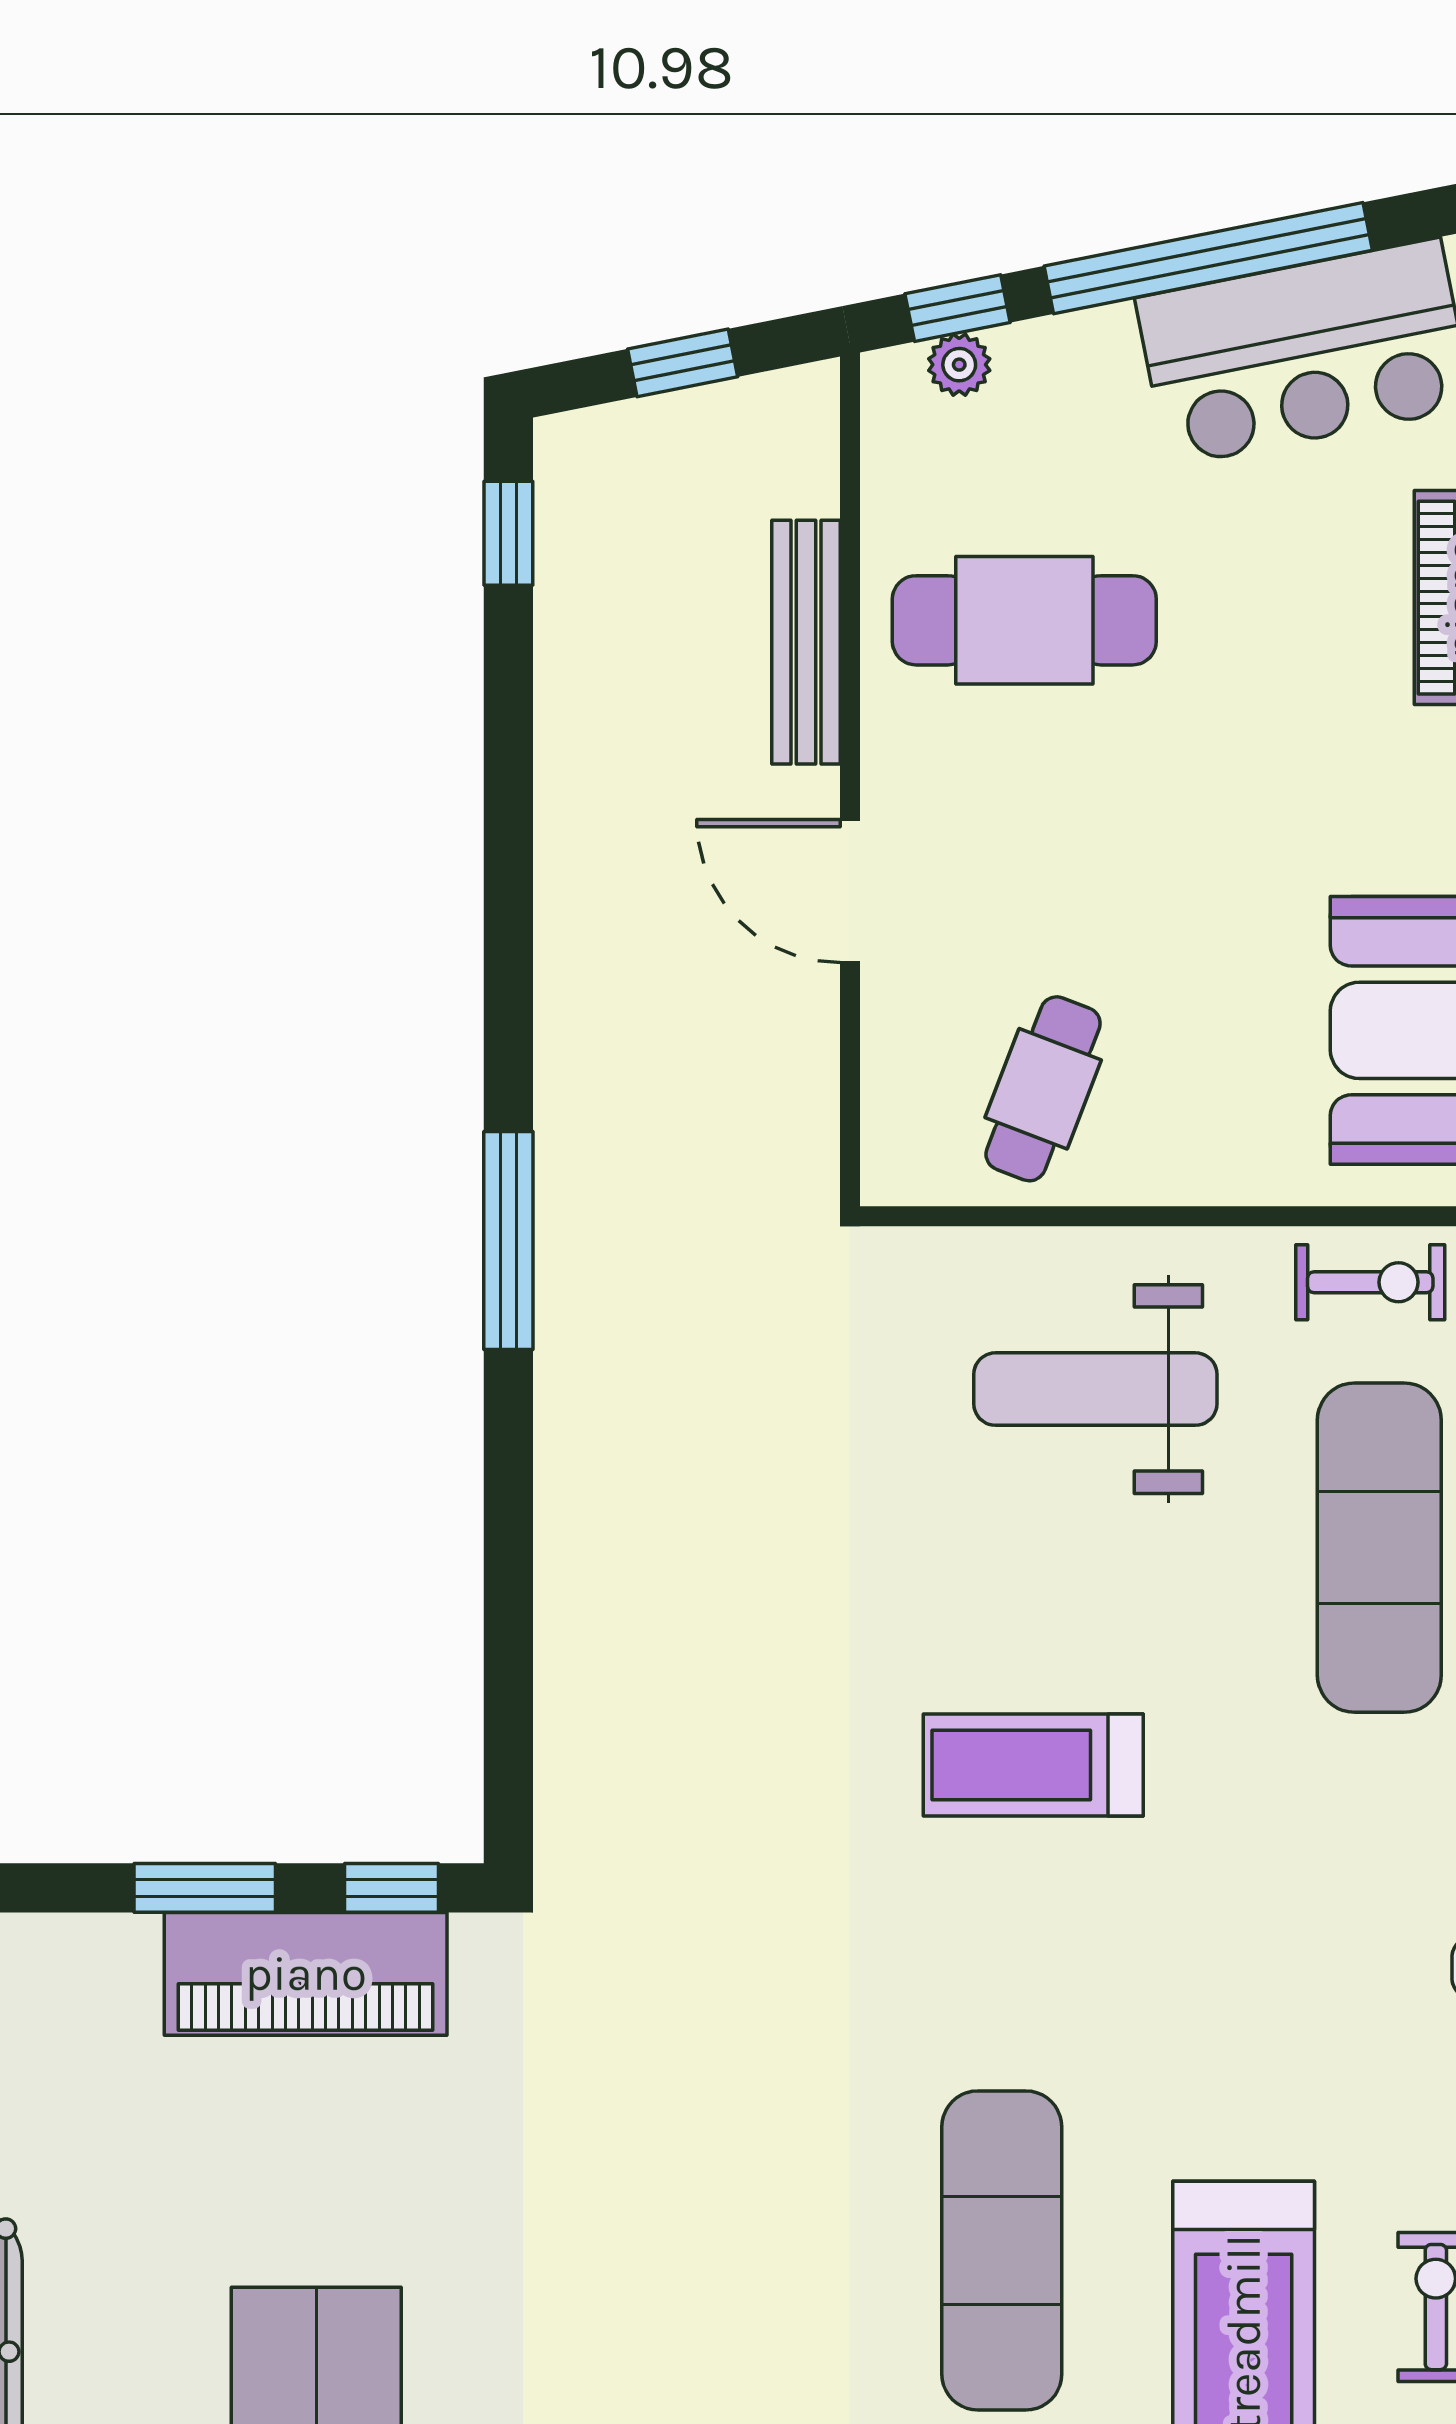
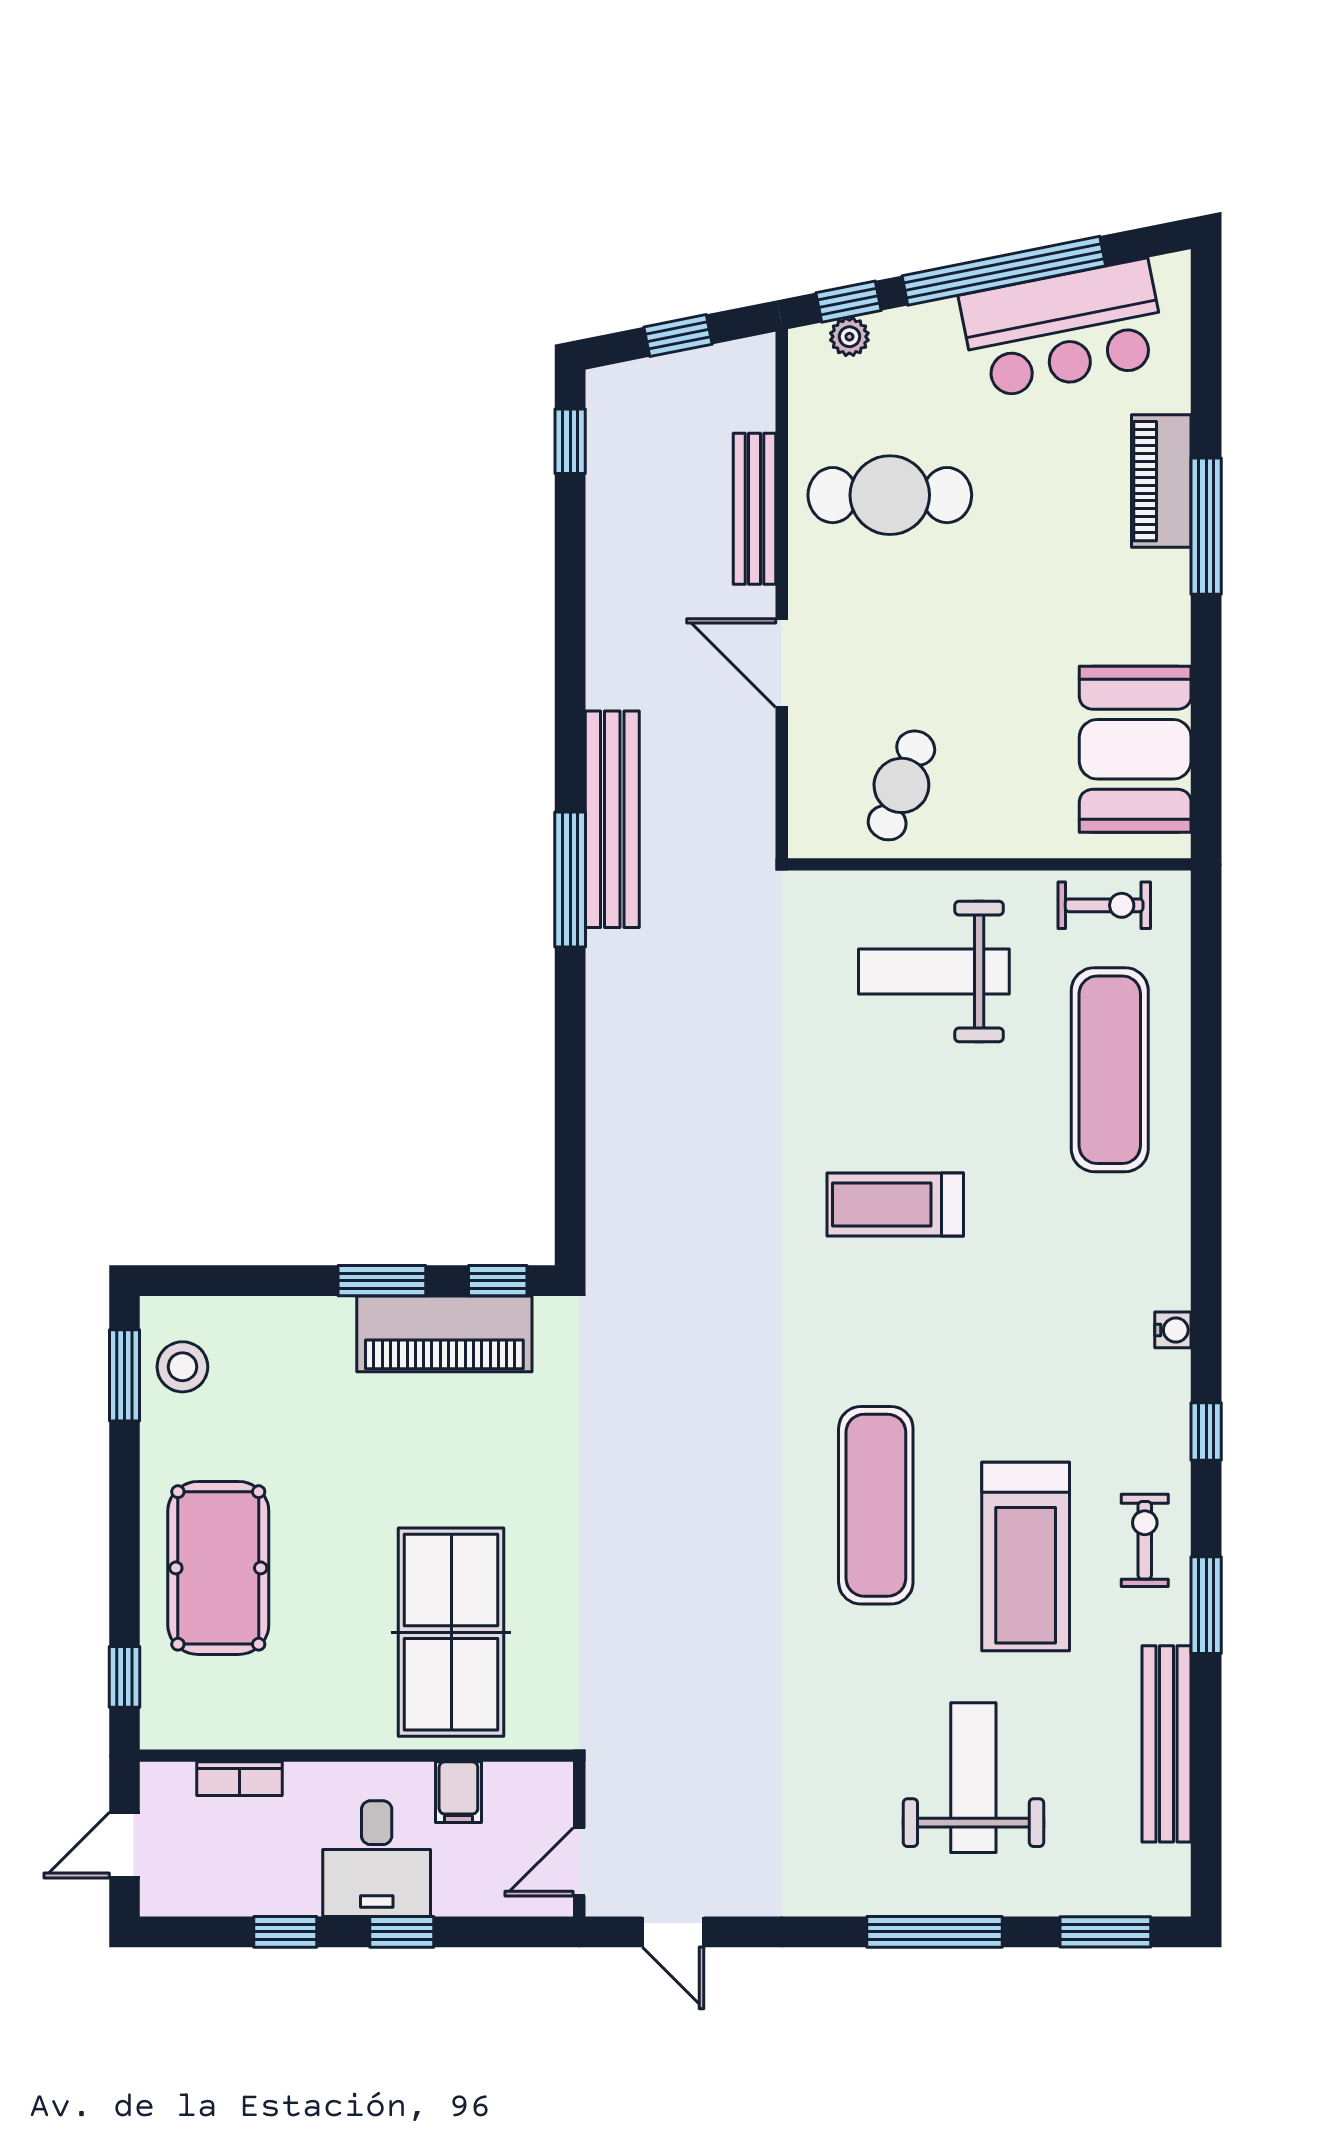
bench: (576, 1144) -> (612, 819), added

